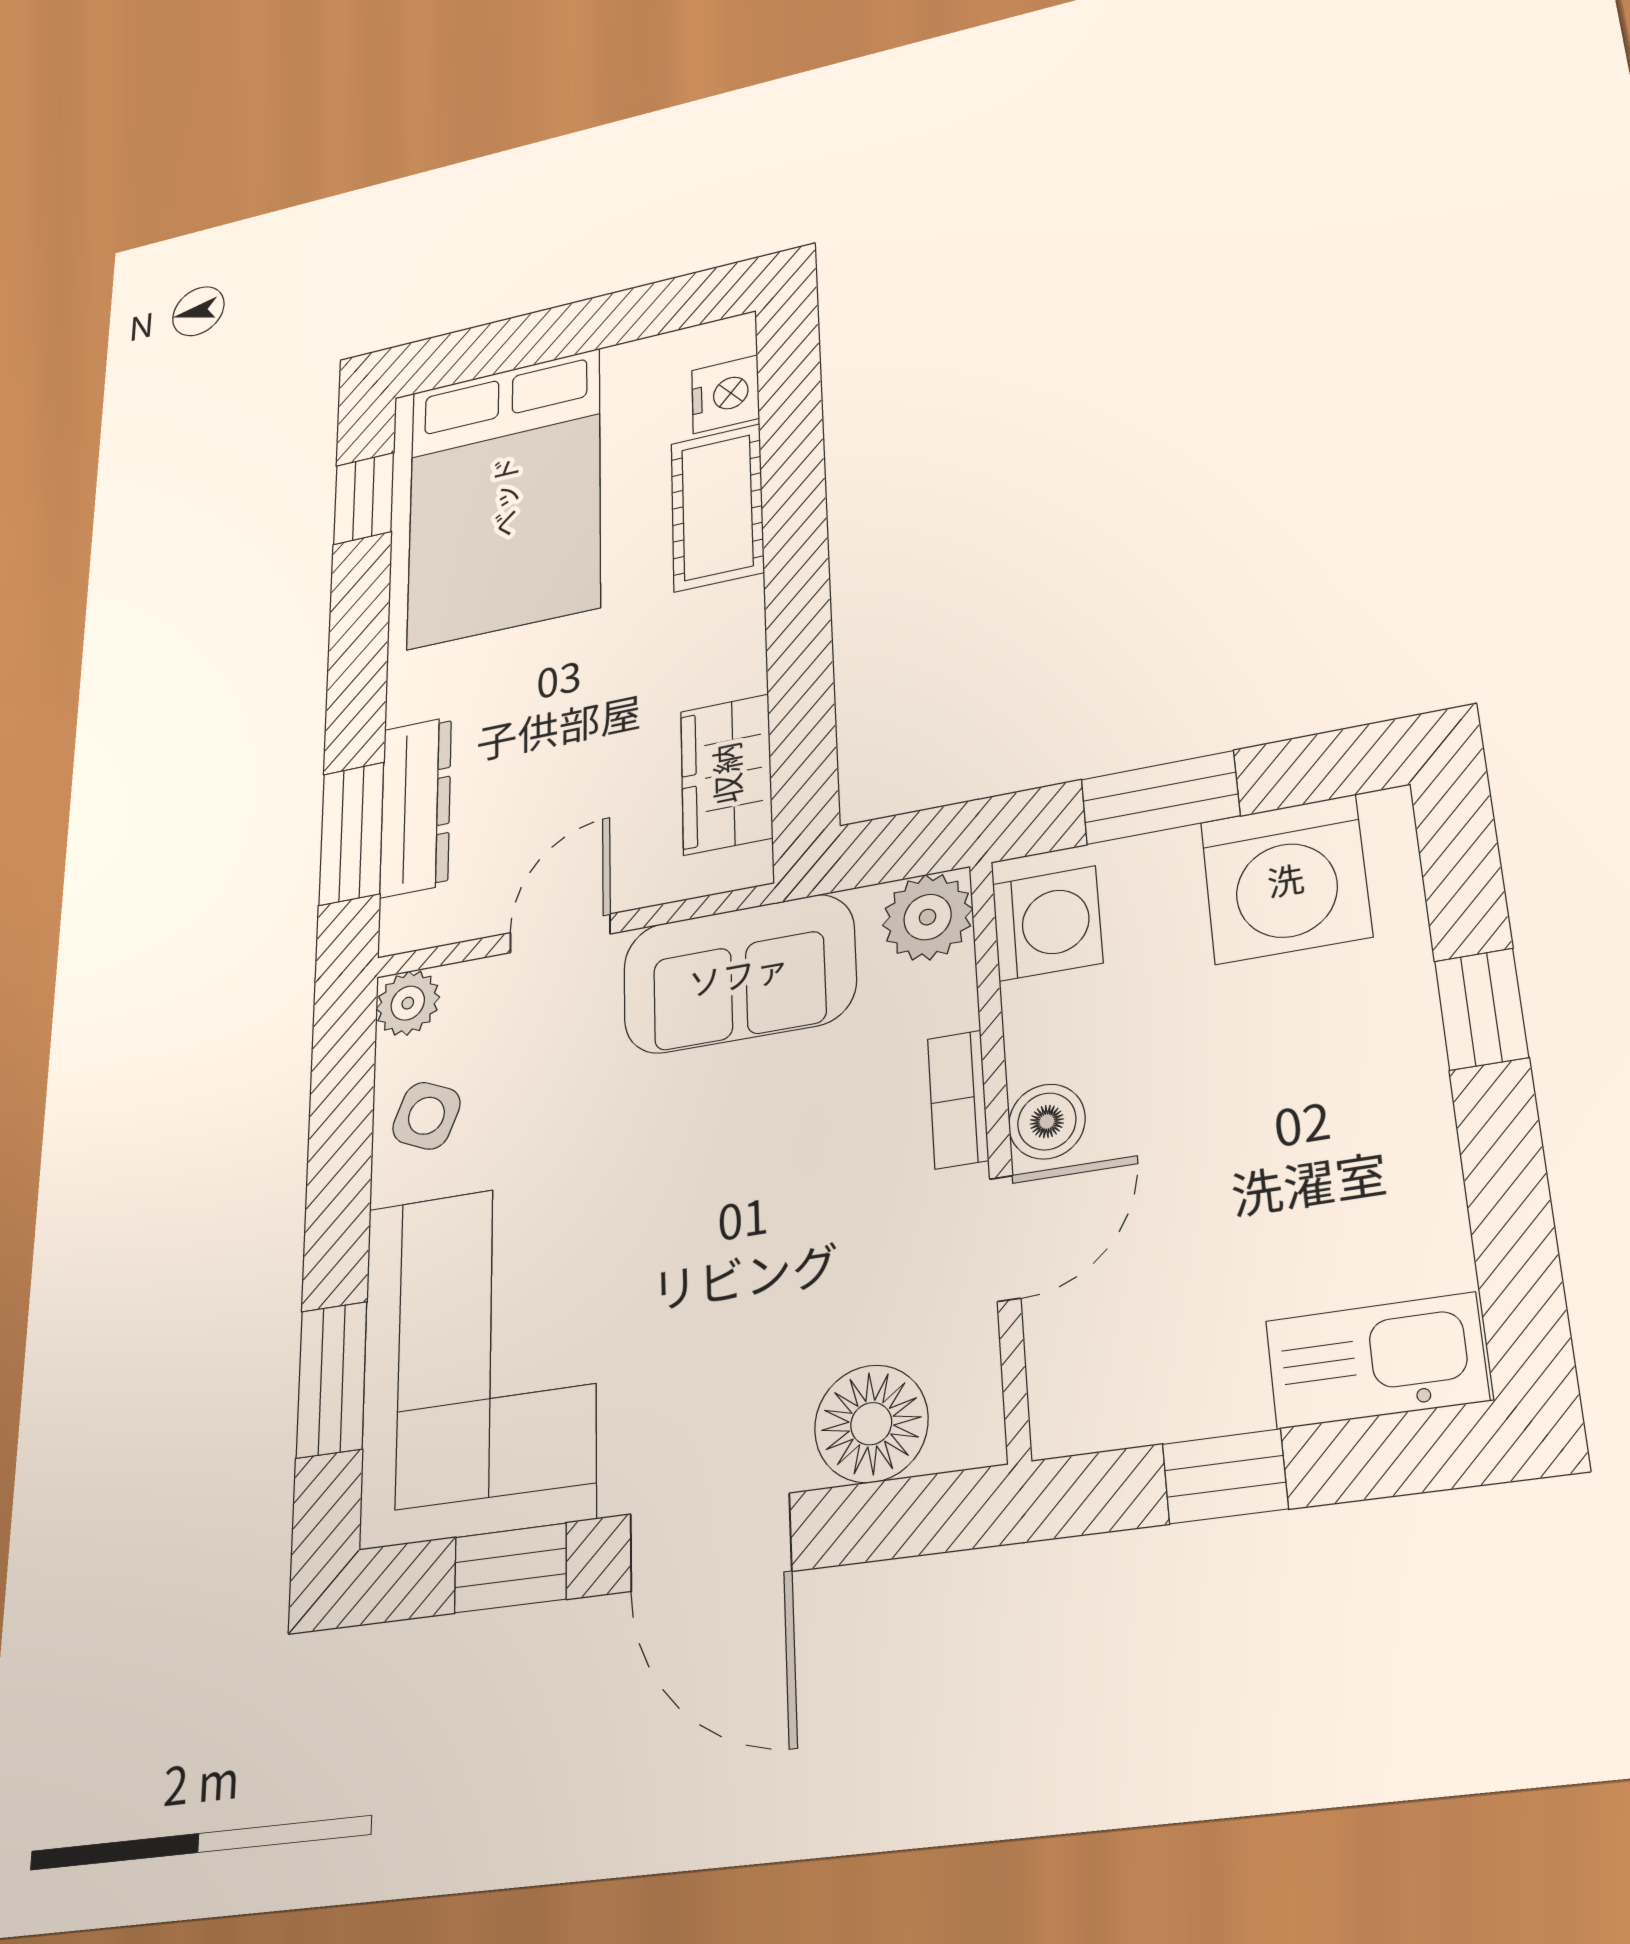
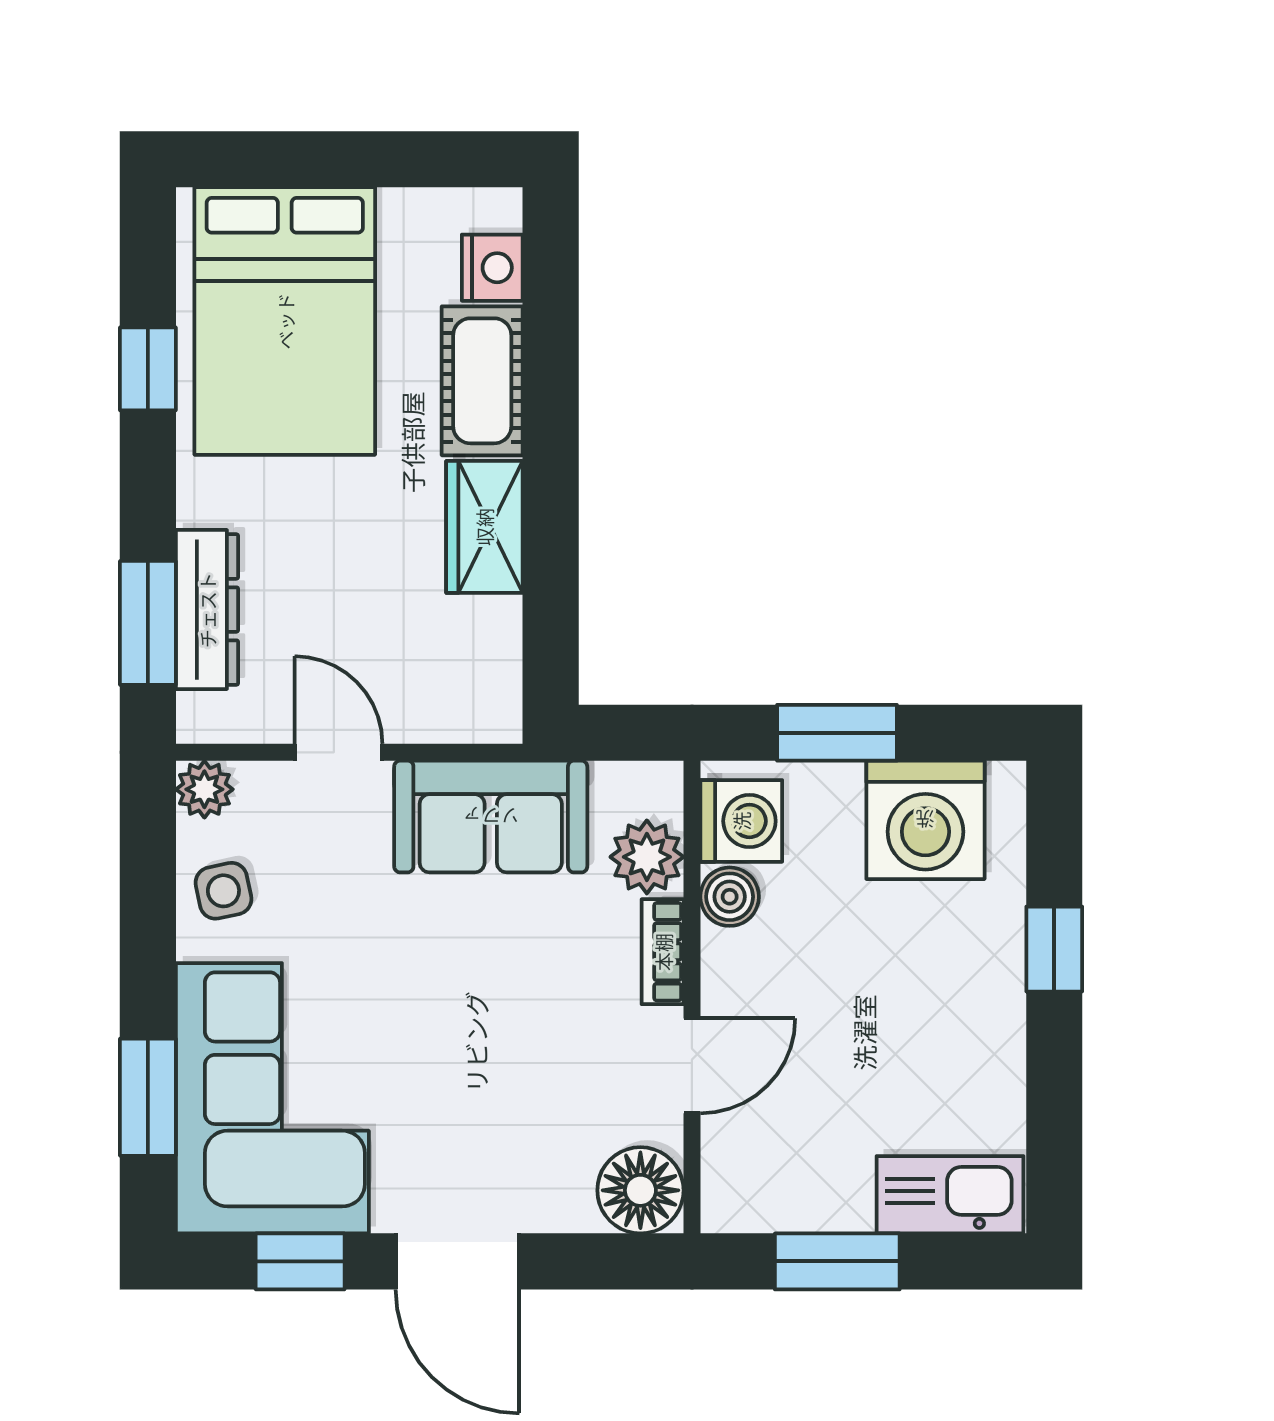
window: (364, 499) -> (148, 369), moved
wardrobe: (726, 774) -> (484, 527), moved
plant: (928, 917) -> (647, 857), moved
door: (560, 933) -> (339, 752), hinge flipped
side table: (426, 1116) -> (223, 891), turned -35
boiler: (1047, 1122) -> (730, 897), moved
floor lamp: (871, 1424) -> (640, 1190), moved
window: (1225, 1476) -> (837, 1261), width x1.50

